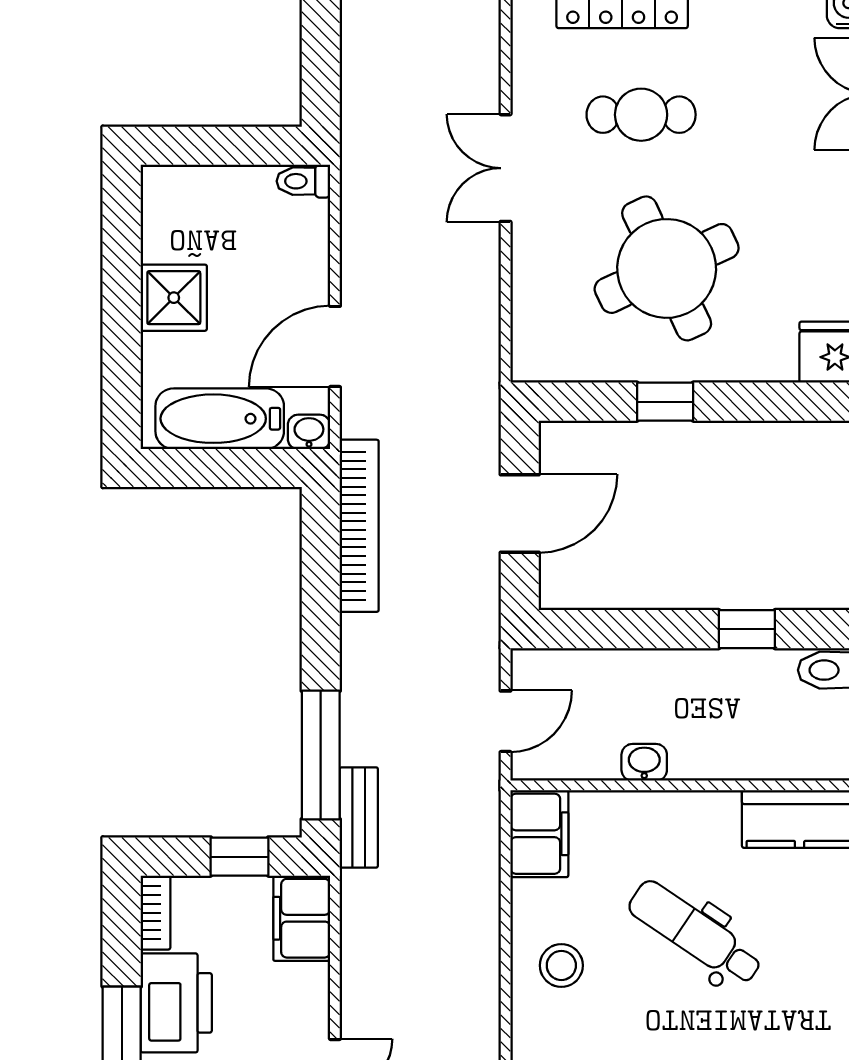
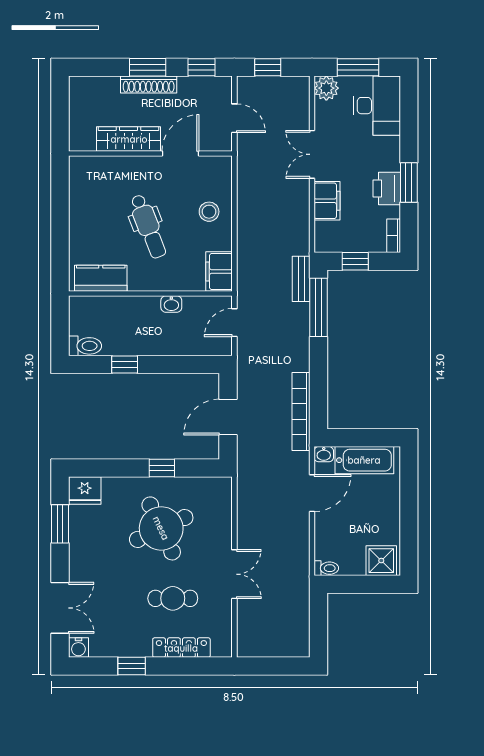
shower: (174, 298) -> (381, 561), moved
filing cabinet: (302, 918) -> (327, 201), moved
dental chair: (695, 933) -> (148, 226), turned 35
printer: (176, 1003) -> (387, 188), width x0.73, depth x0.84

